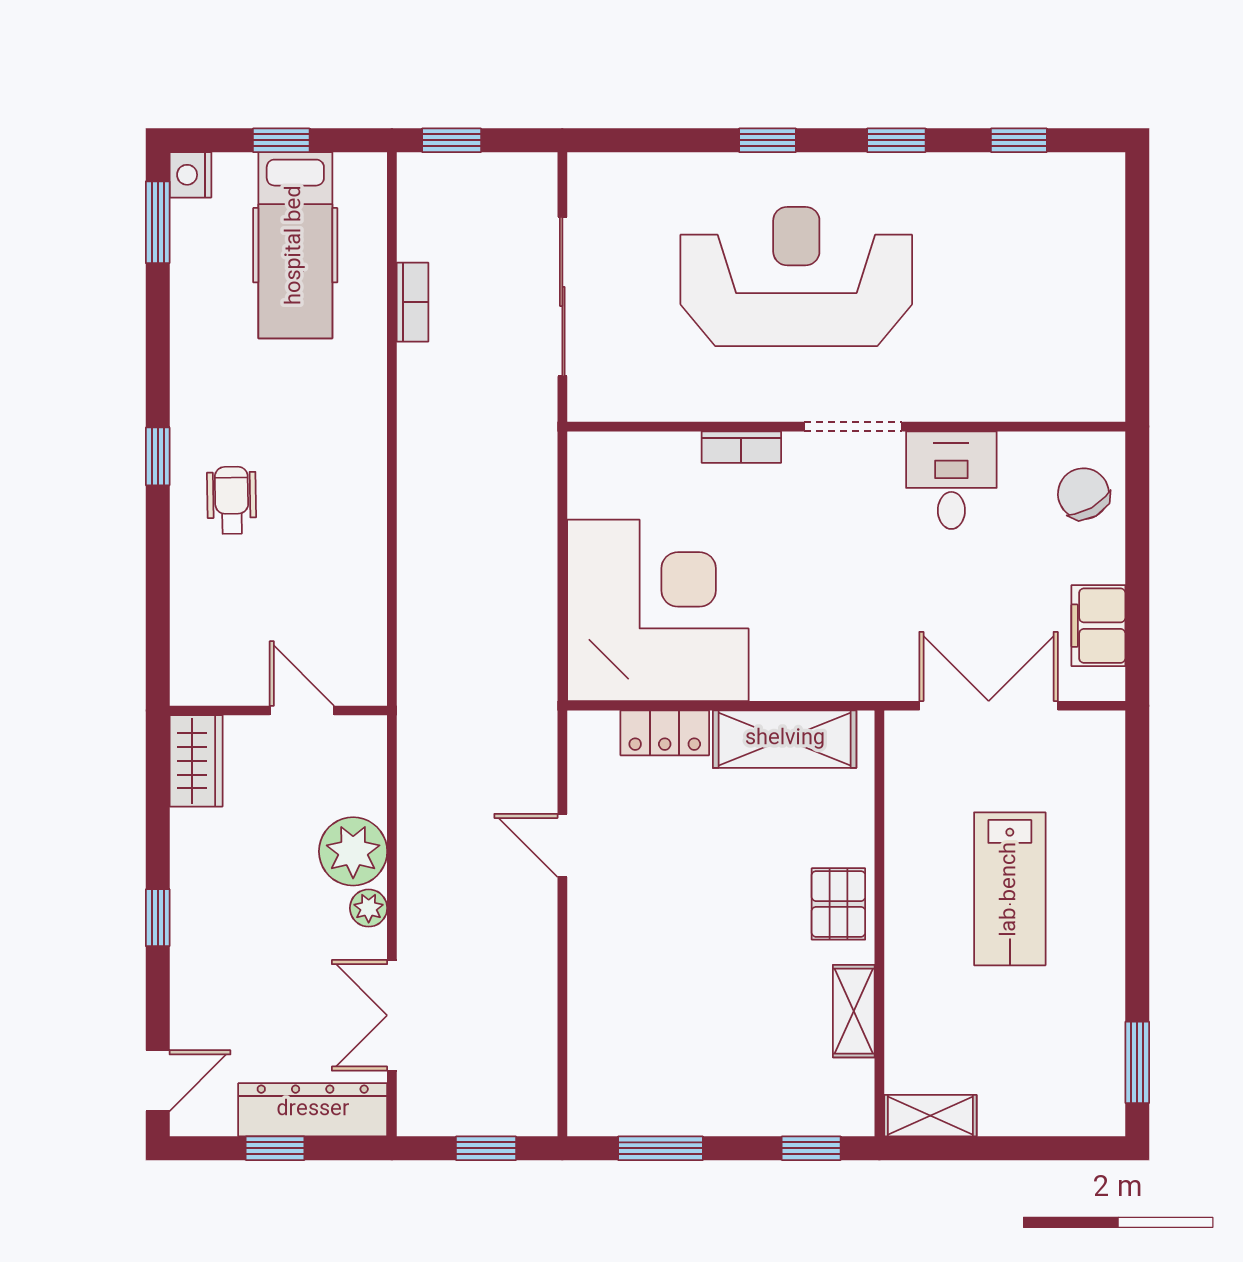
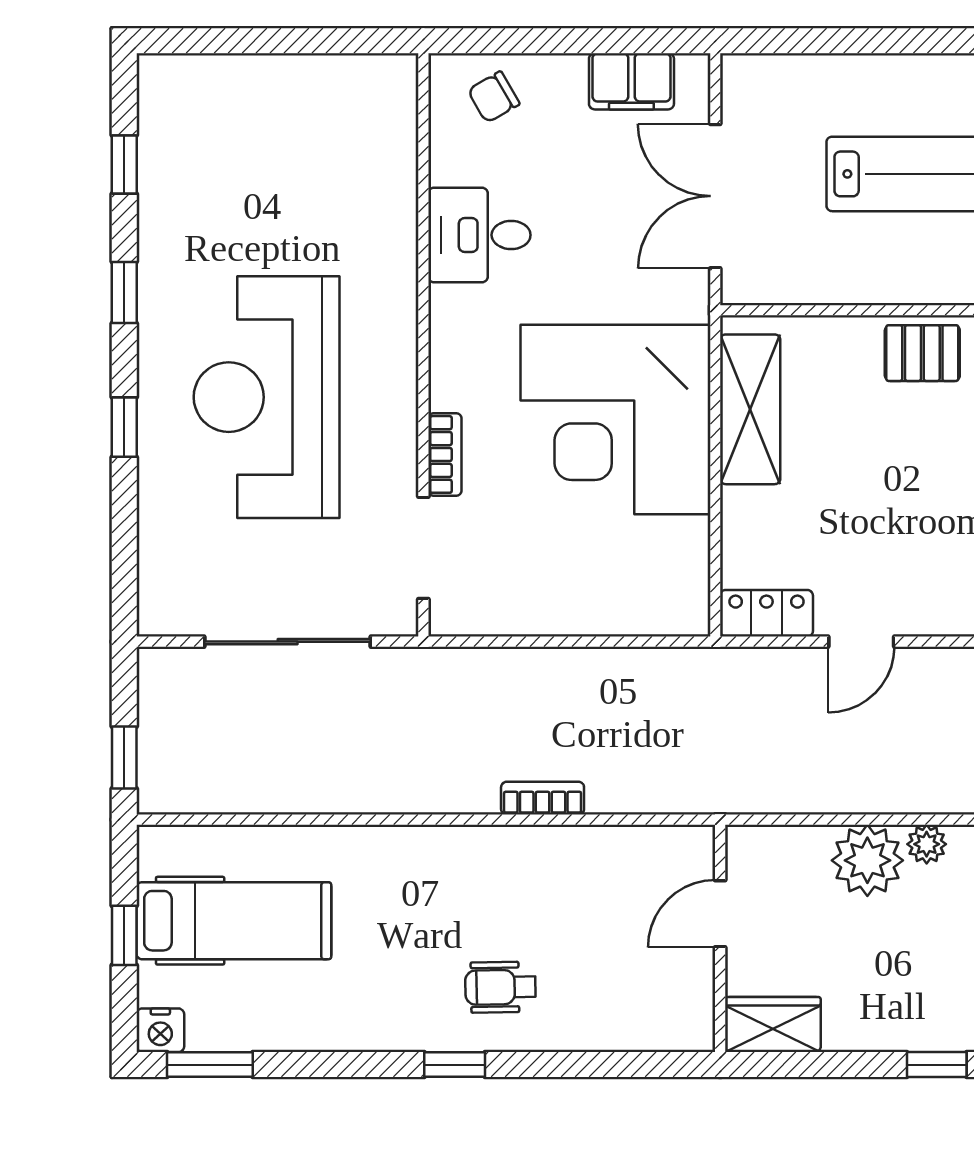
bookcase: (412, 302) -> (543, 798), moved
doorway: (853, 427) -> (423, 548), moved
chair: (1083, 494) -> (494, 97), width x0.73, depth x0.73
corner desk: (658, 610) -> (615, 419), moved, turned -90
locker: (665, 733) -> (766, 613), moved, turned -90

